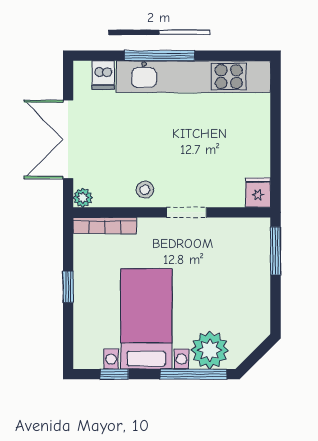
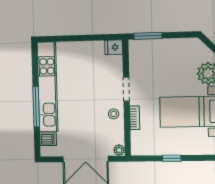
bookcase: (105, 225) -> (135, 118), moved, width x0.64

